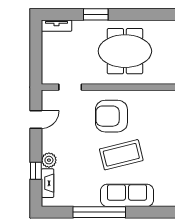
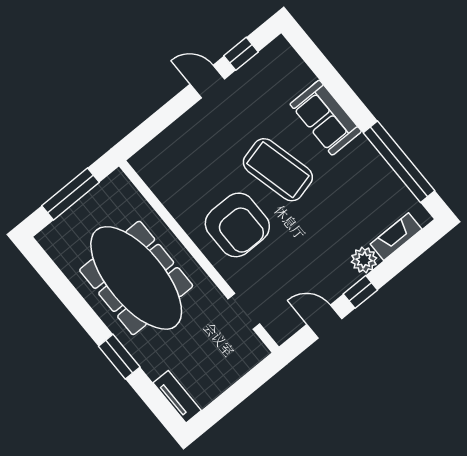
meeting table: (125, 51) -> (136, 278), width x1.36
window: (36, 171) -> (360, 292), moved
sofa: (127, 195) -> (326, 118), width x0.73
window: (99, 212) -> (399, 162), moved

